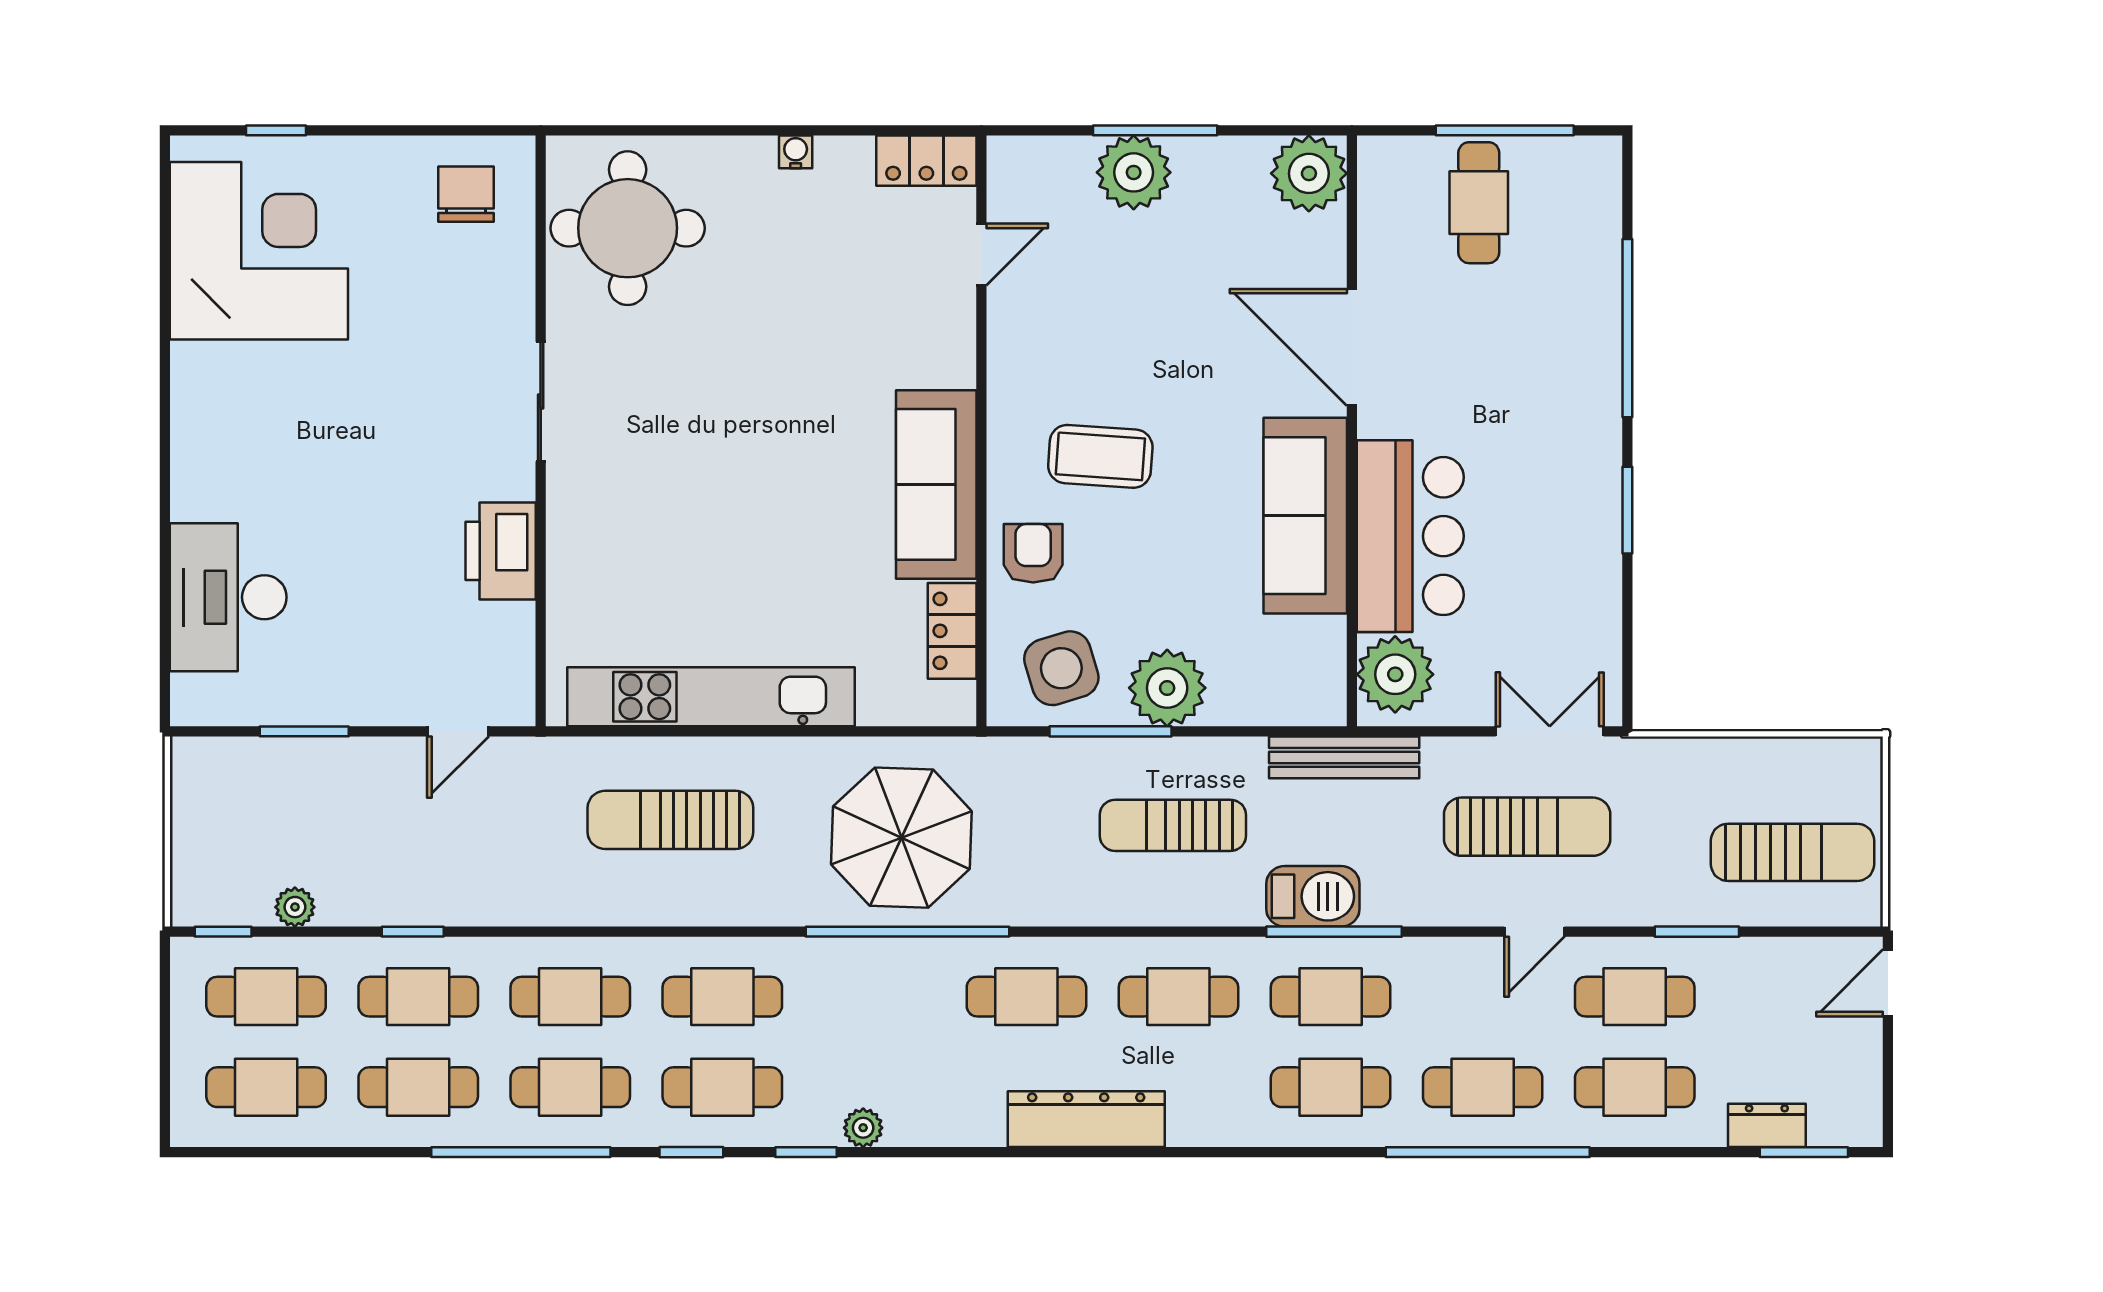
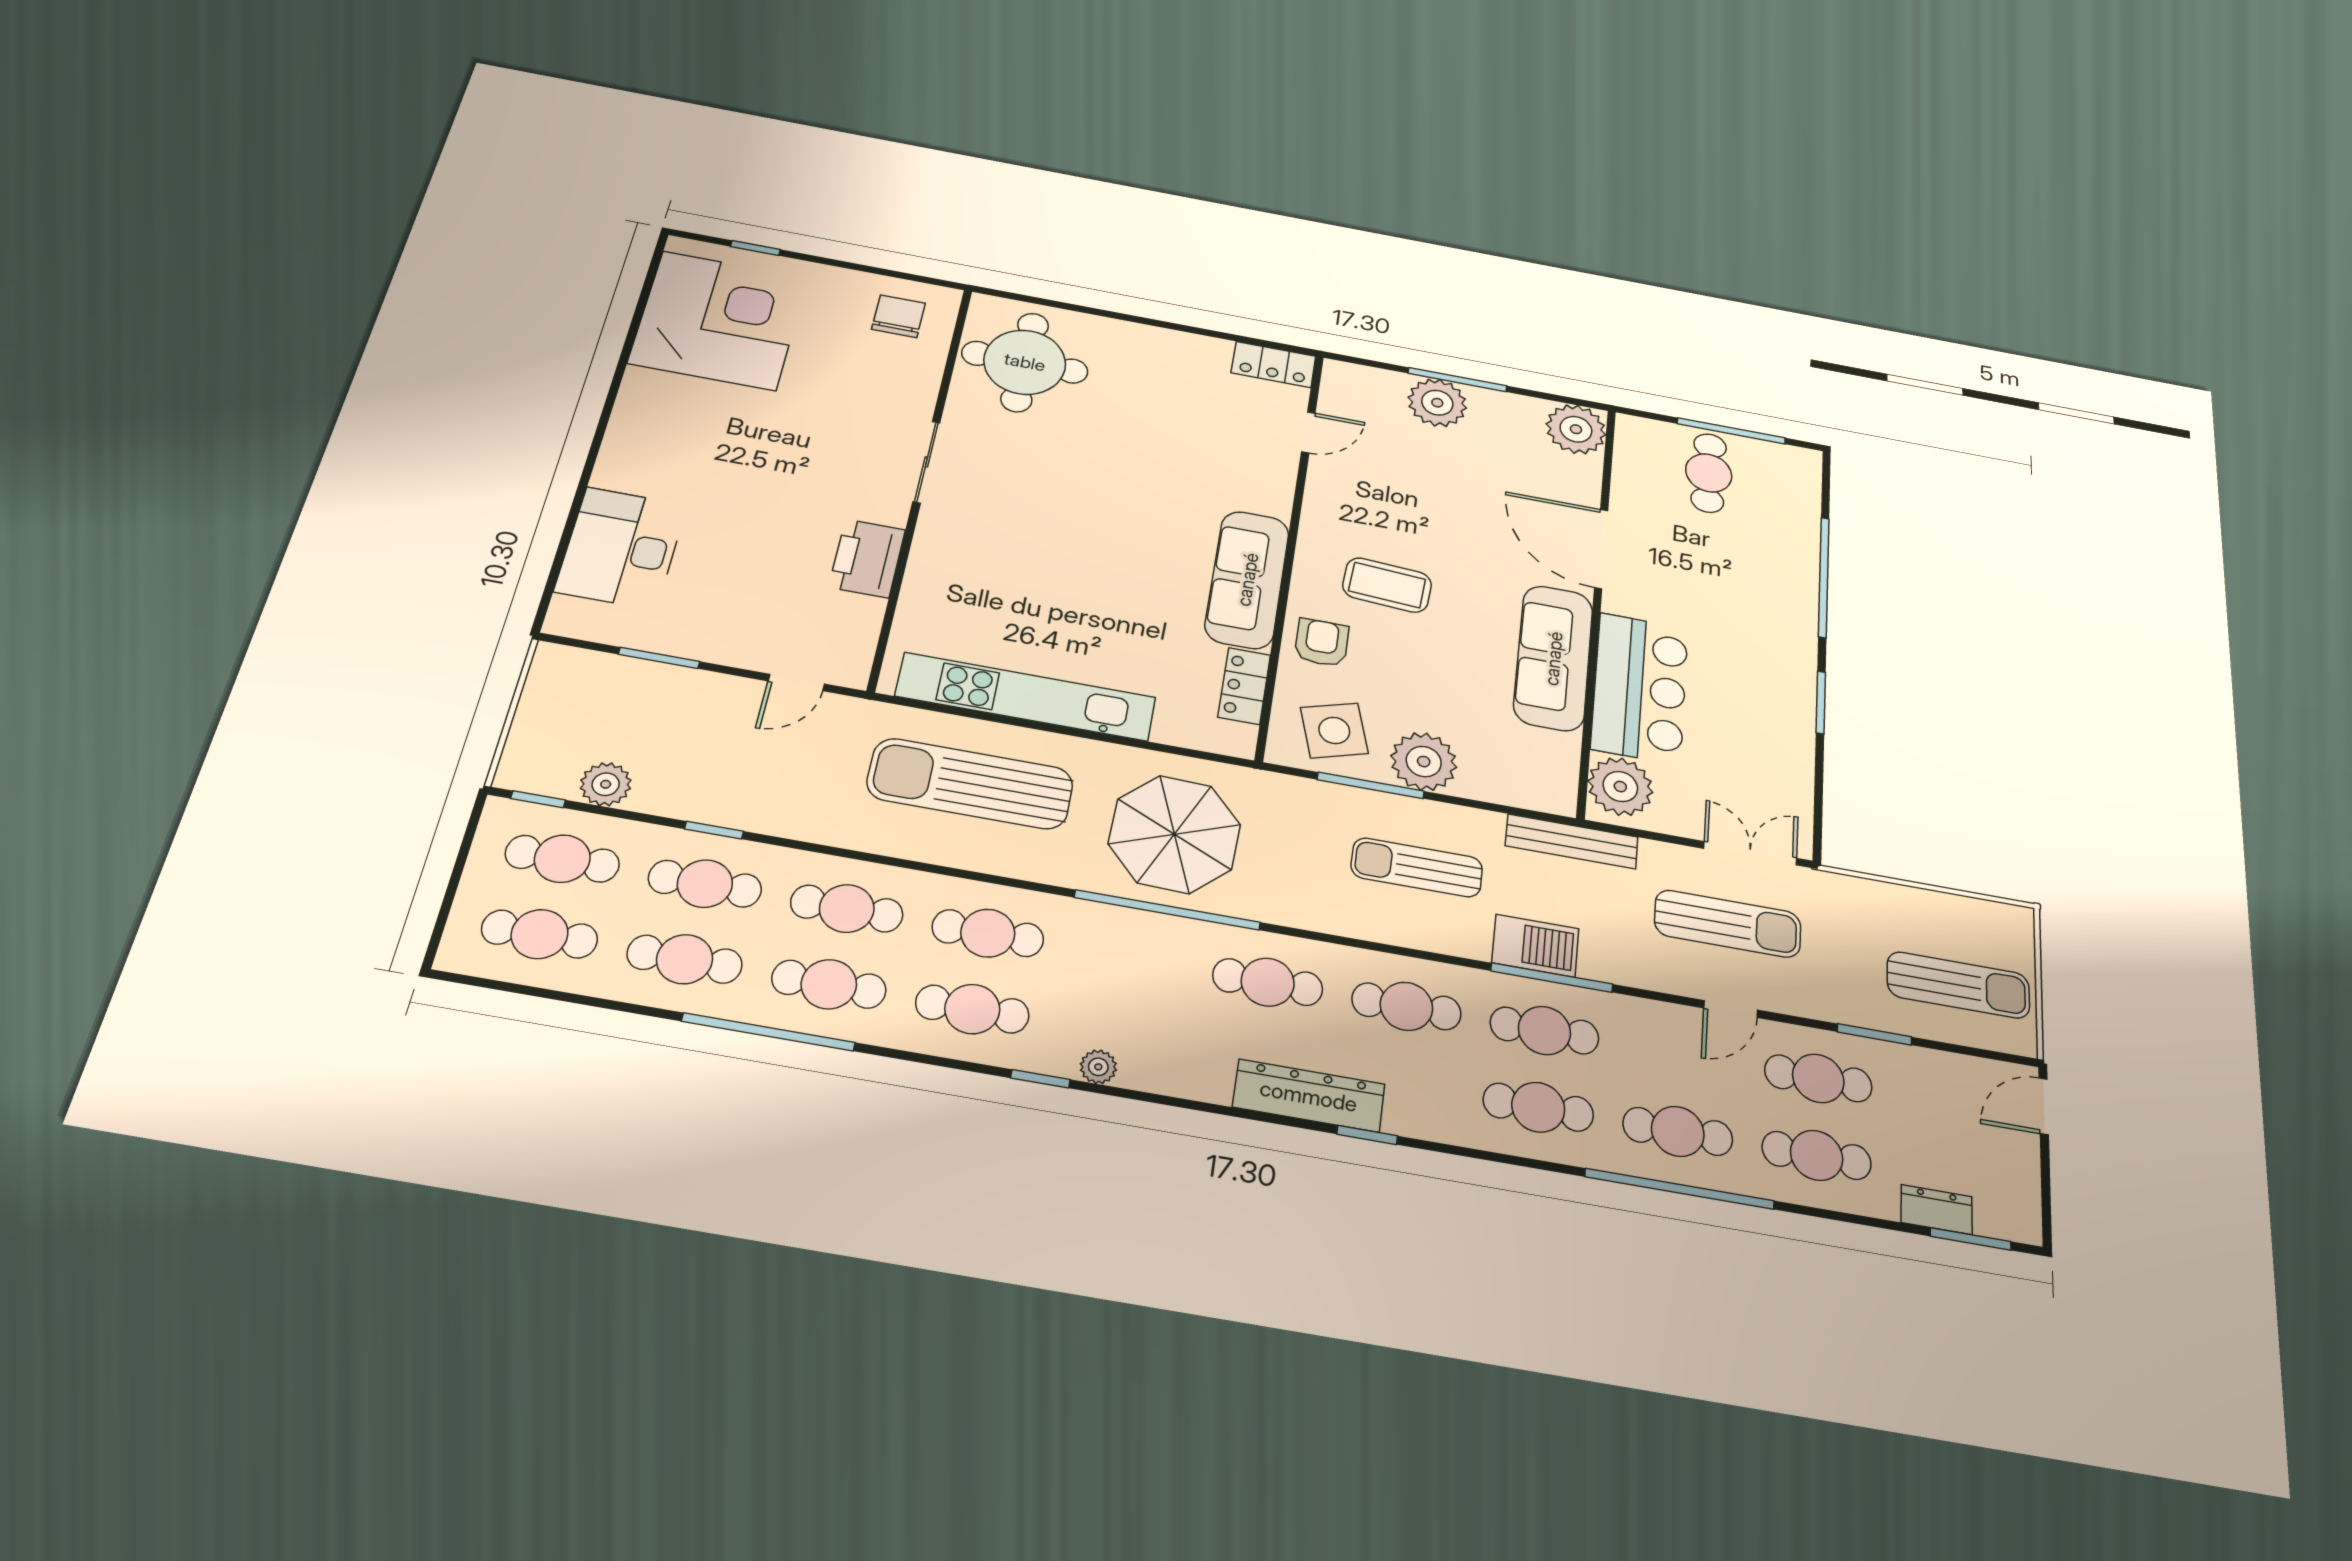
water cooler: (796, 152) -> (1170, 339), removed
sun lounger: (670, 820) -> (970, 784), width x1.36, depth x1.34
plant: (295, 907) -> (606, 784), width x1.38, depth x1.38
window: (691, 1152) -> (1367, 1135), moved

